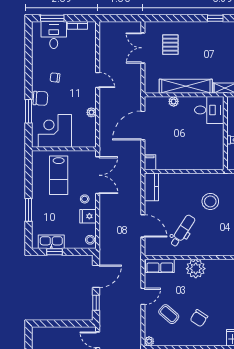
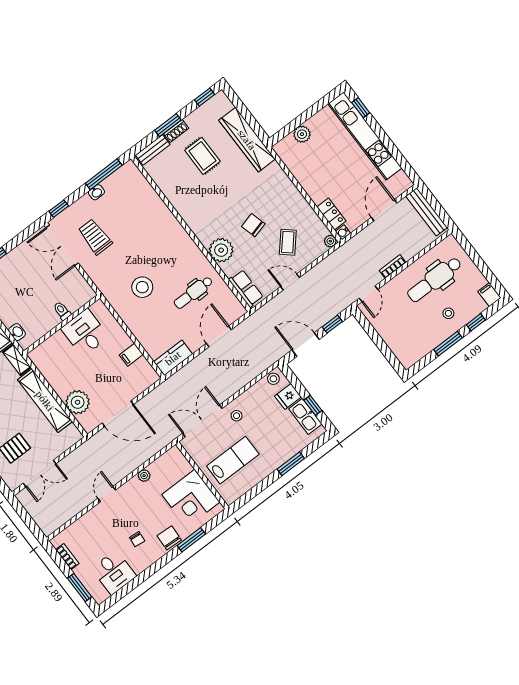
desk: (54, 35) -> (114, 572), moved, turned -90
plant: (174, 101) -> (78, 402), width x1.88, depth x1.88
desk: (209, 110) -> (85, 333), moved
filing cabinet: (150, 162) -> (131, 355), moved
fridge: (88, 216) -> (288, 396), moved, turned 90
dental chair: (182, 231) -> (193, 293), turned -33
chair: (199, 318) -> (253, 225), moved, turned -138

